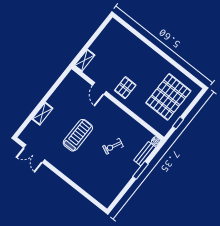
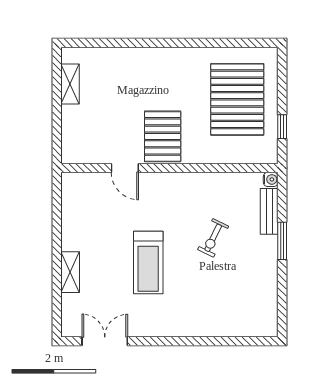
shelving: (85, 60) -> (70, 84), moved
pallet: (125, 88) -> (163, 136), width x1.50, depth x1.42
treadmill: (78, 135) -> (148, 263), turned 180
double door: (34, 154) -> (105, 341), swing flipped

